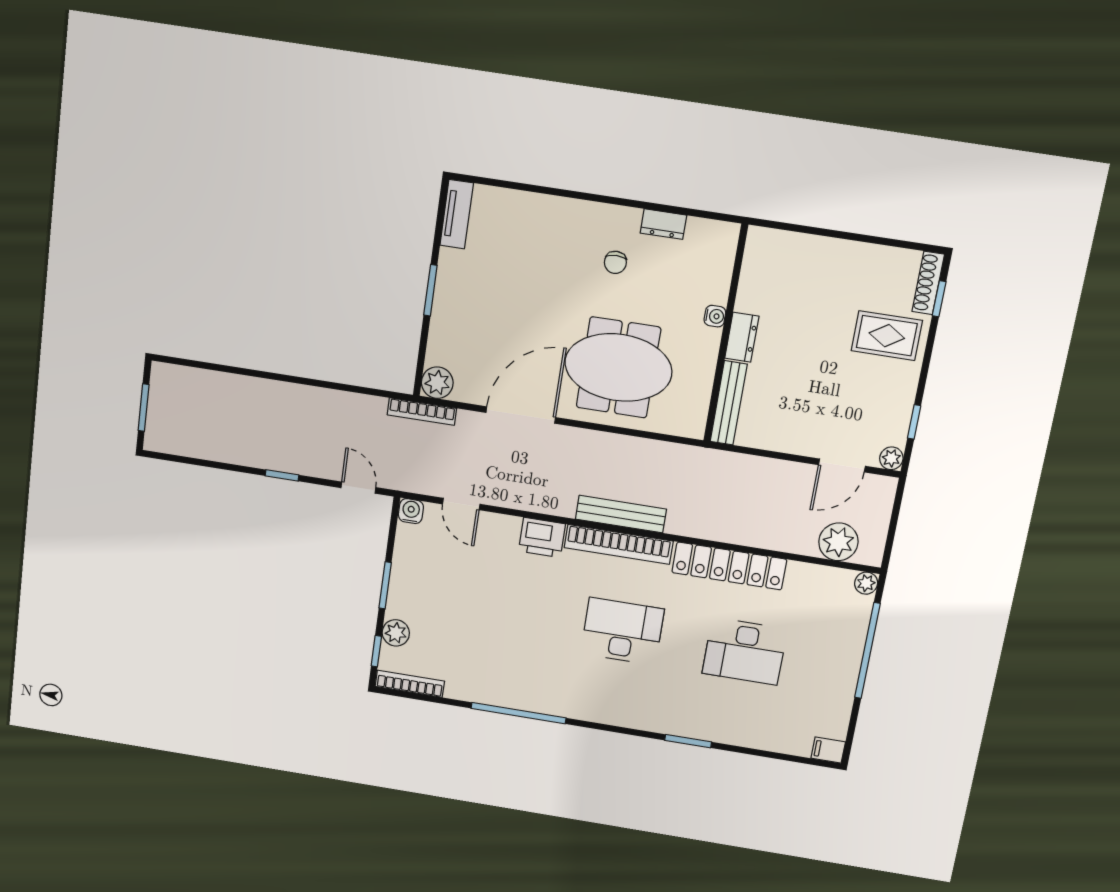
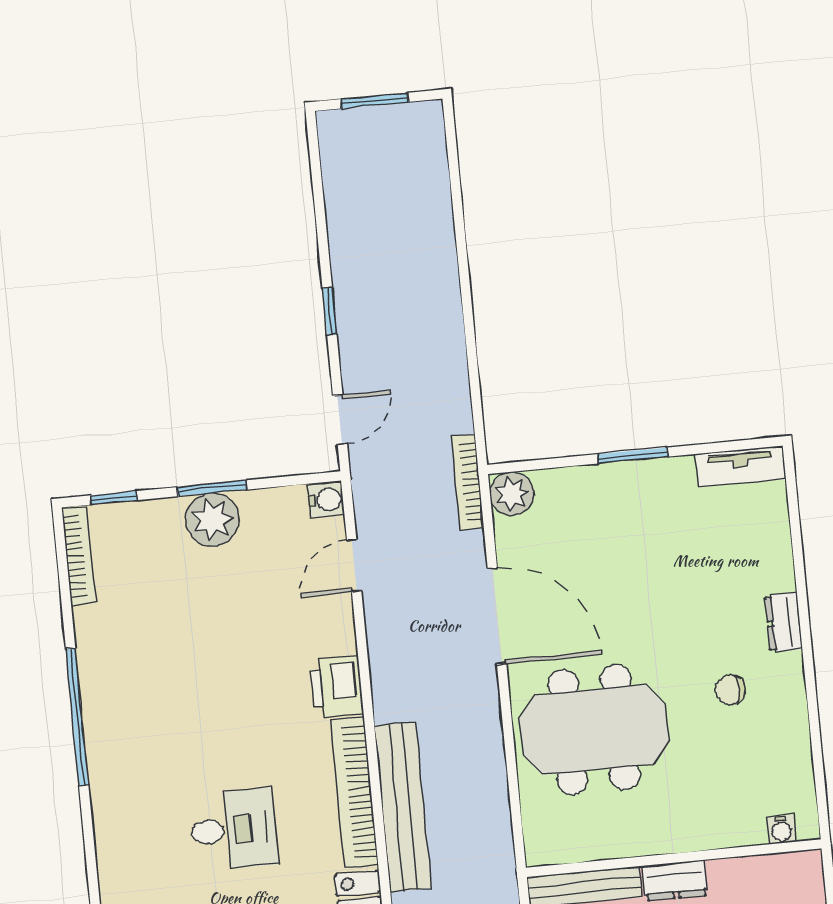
dresser: (663, 224) -> (784, 622), moved
water cooler: (715, 316) -> (781, 829), moved
meeting table: (618, 367) -> (594, 730), turned 90
bench: (621, 514) -> (403, 807), width x1.37, depth x1.21
desk: (622, 631) -> (234, 830), width x0.73
plant: (396, 633) -> (213, 520), moved, width x1.36, depth x1.36

